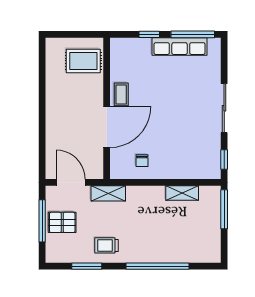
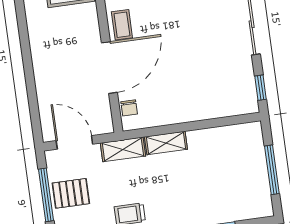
chair: (142, 161) -> (129, 108), moved
shelving: (182, 193) -> (166, 143), moved
window: (224, 209) -> (272, 170), moved

